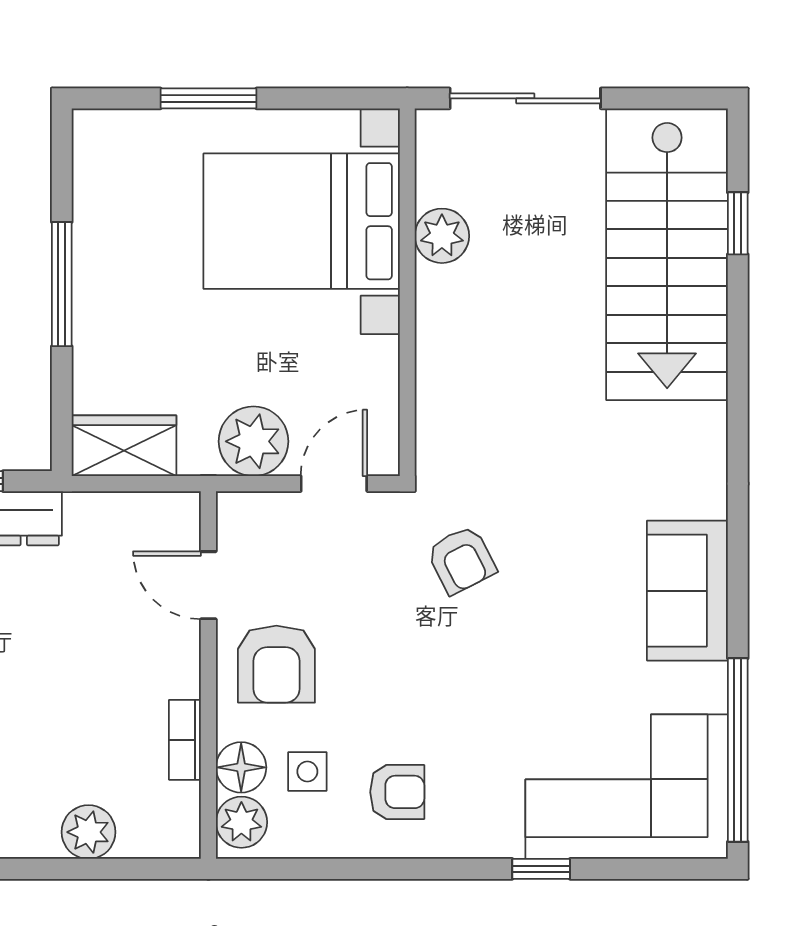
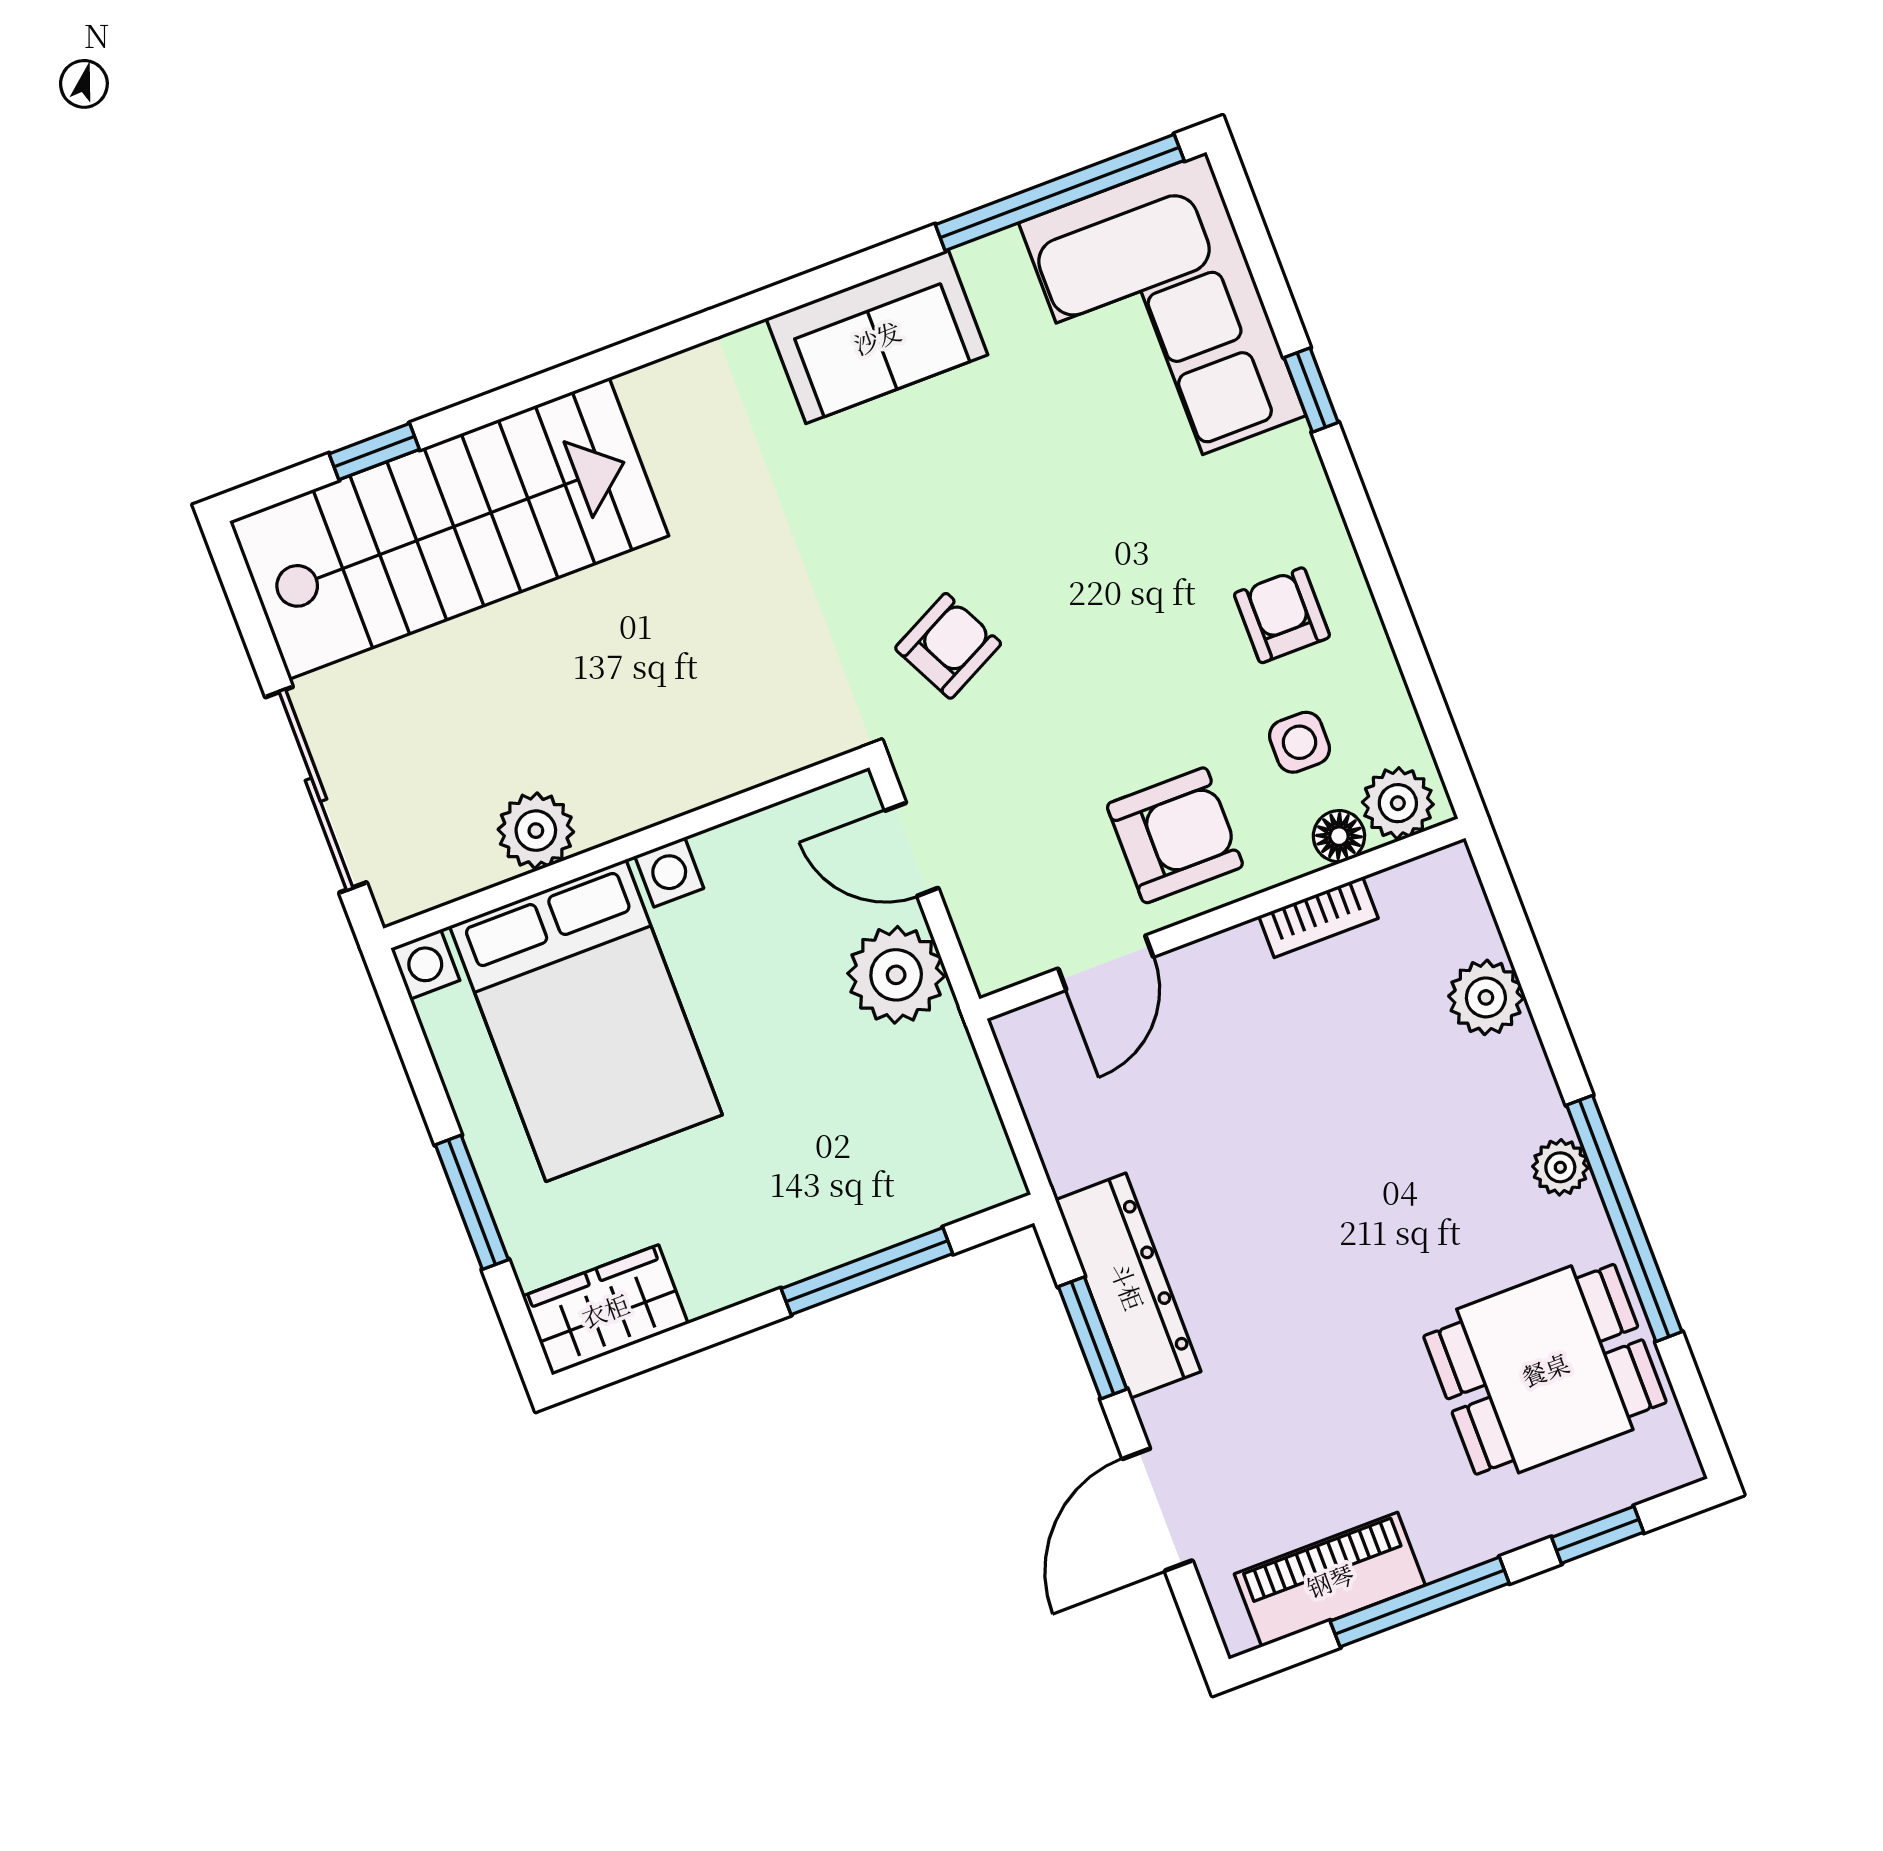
window: (62, 284) -> (867, 1271), moved
wardrobe: (124, 446) -> (605, 1310), moved, turned 90
floor lamp: (241, 767) -> (1339, 836), width x0.73, depth x0.73

